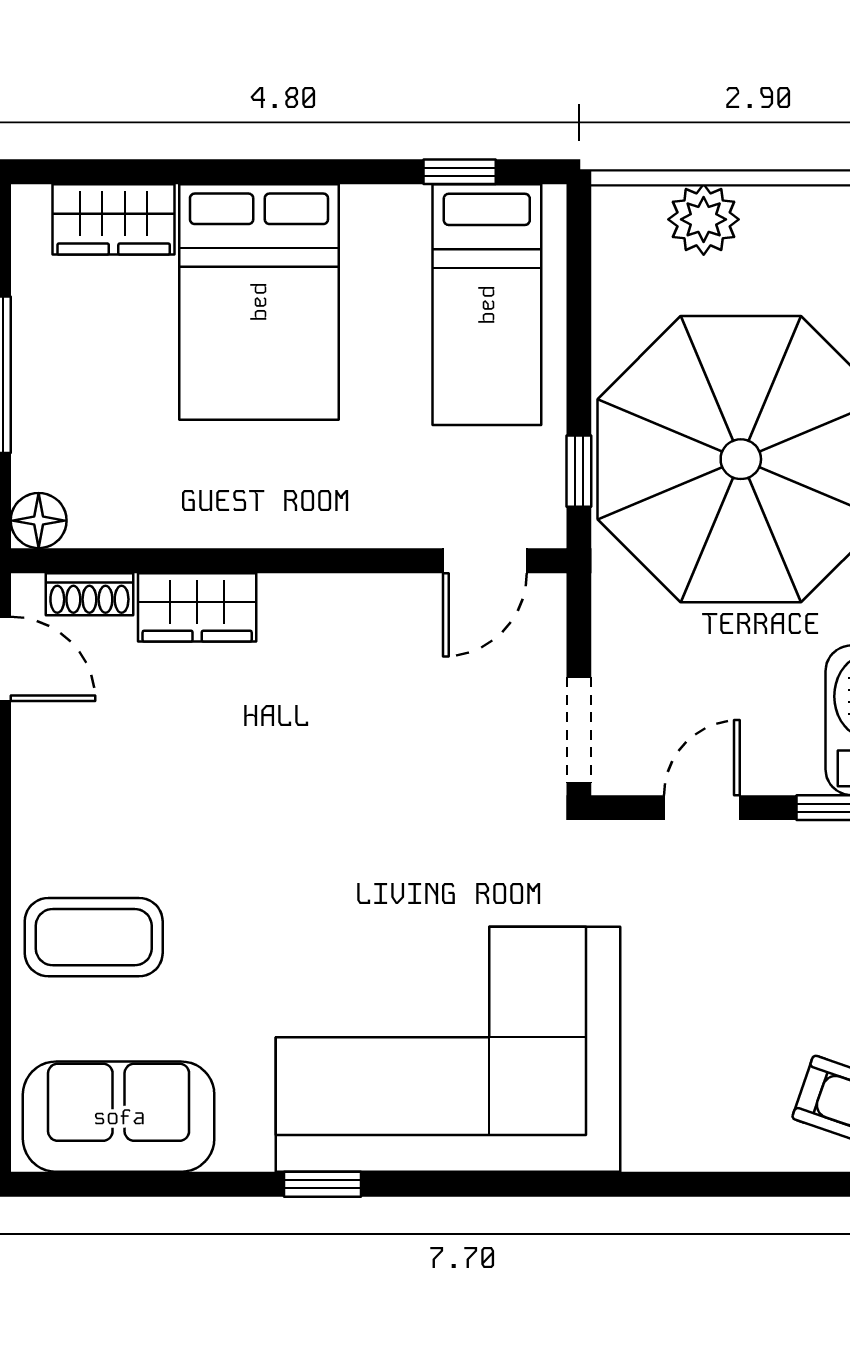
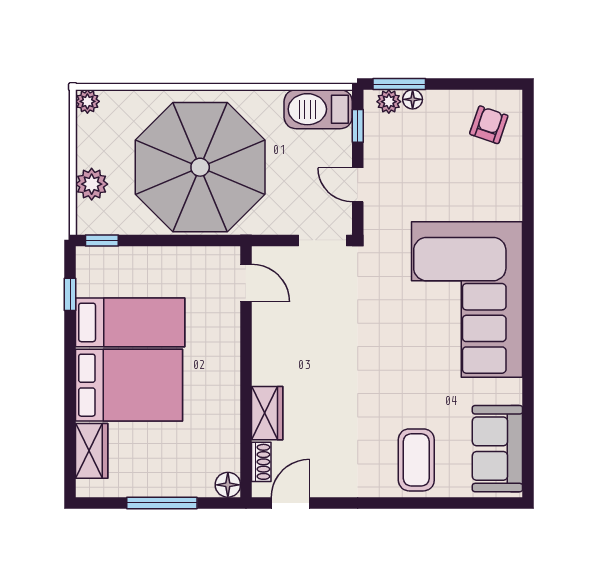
bed: (487, 305) -> (130, 322), moved
window: (579, 471) -> (102, 240), moved
window: (323, 1184) -> (528, 356), removed

